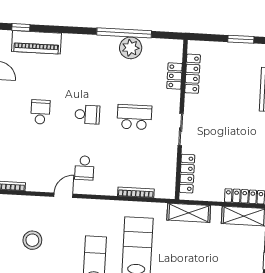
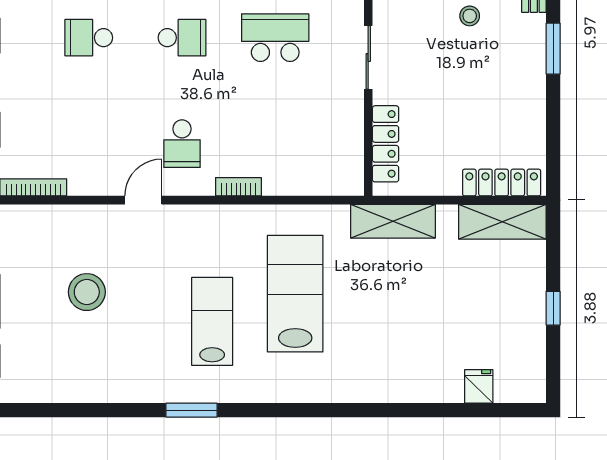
stool: (233, 111) -> (470, 16), added
school desk: (40, 112) -> (89, 38), turned -90
bookcase: (136, 193) -> (238, 187), moved, width x0.64

